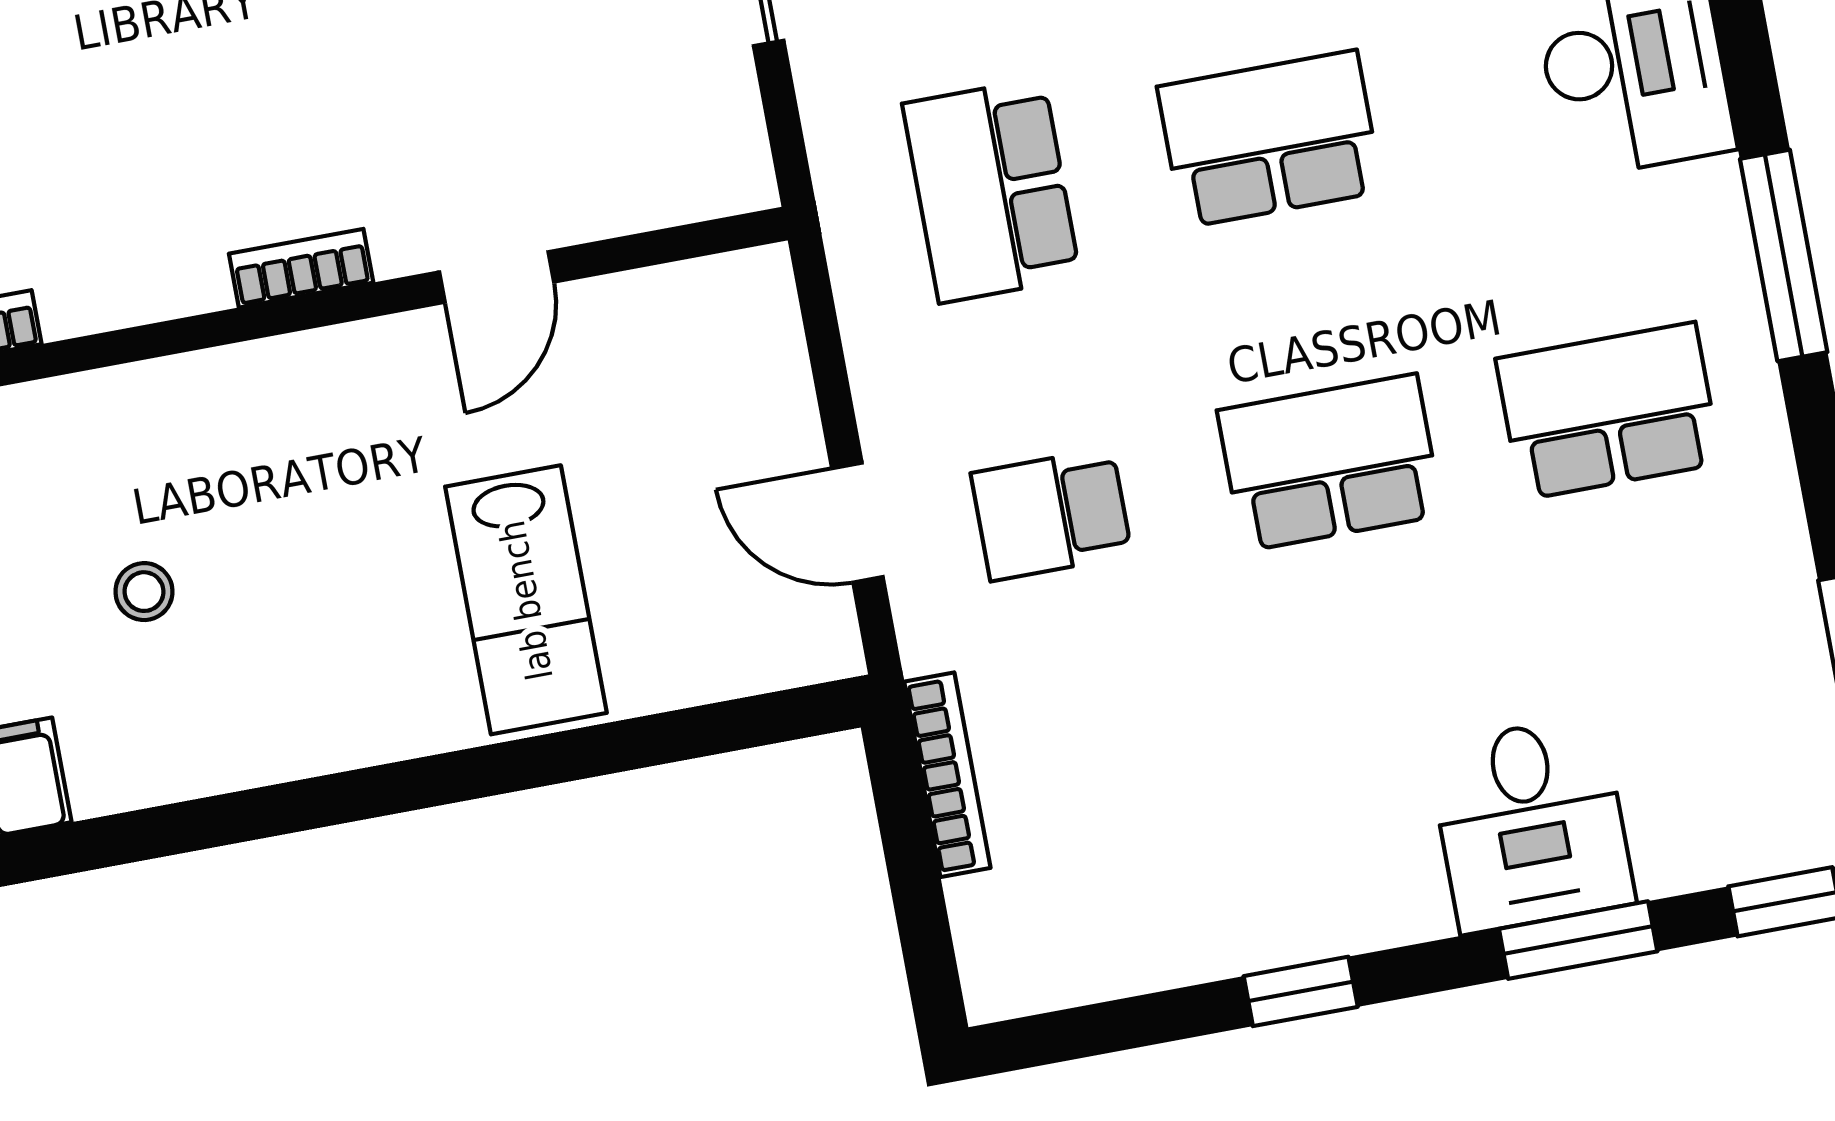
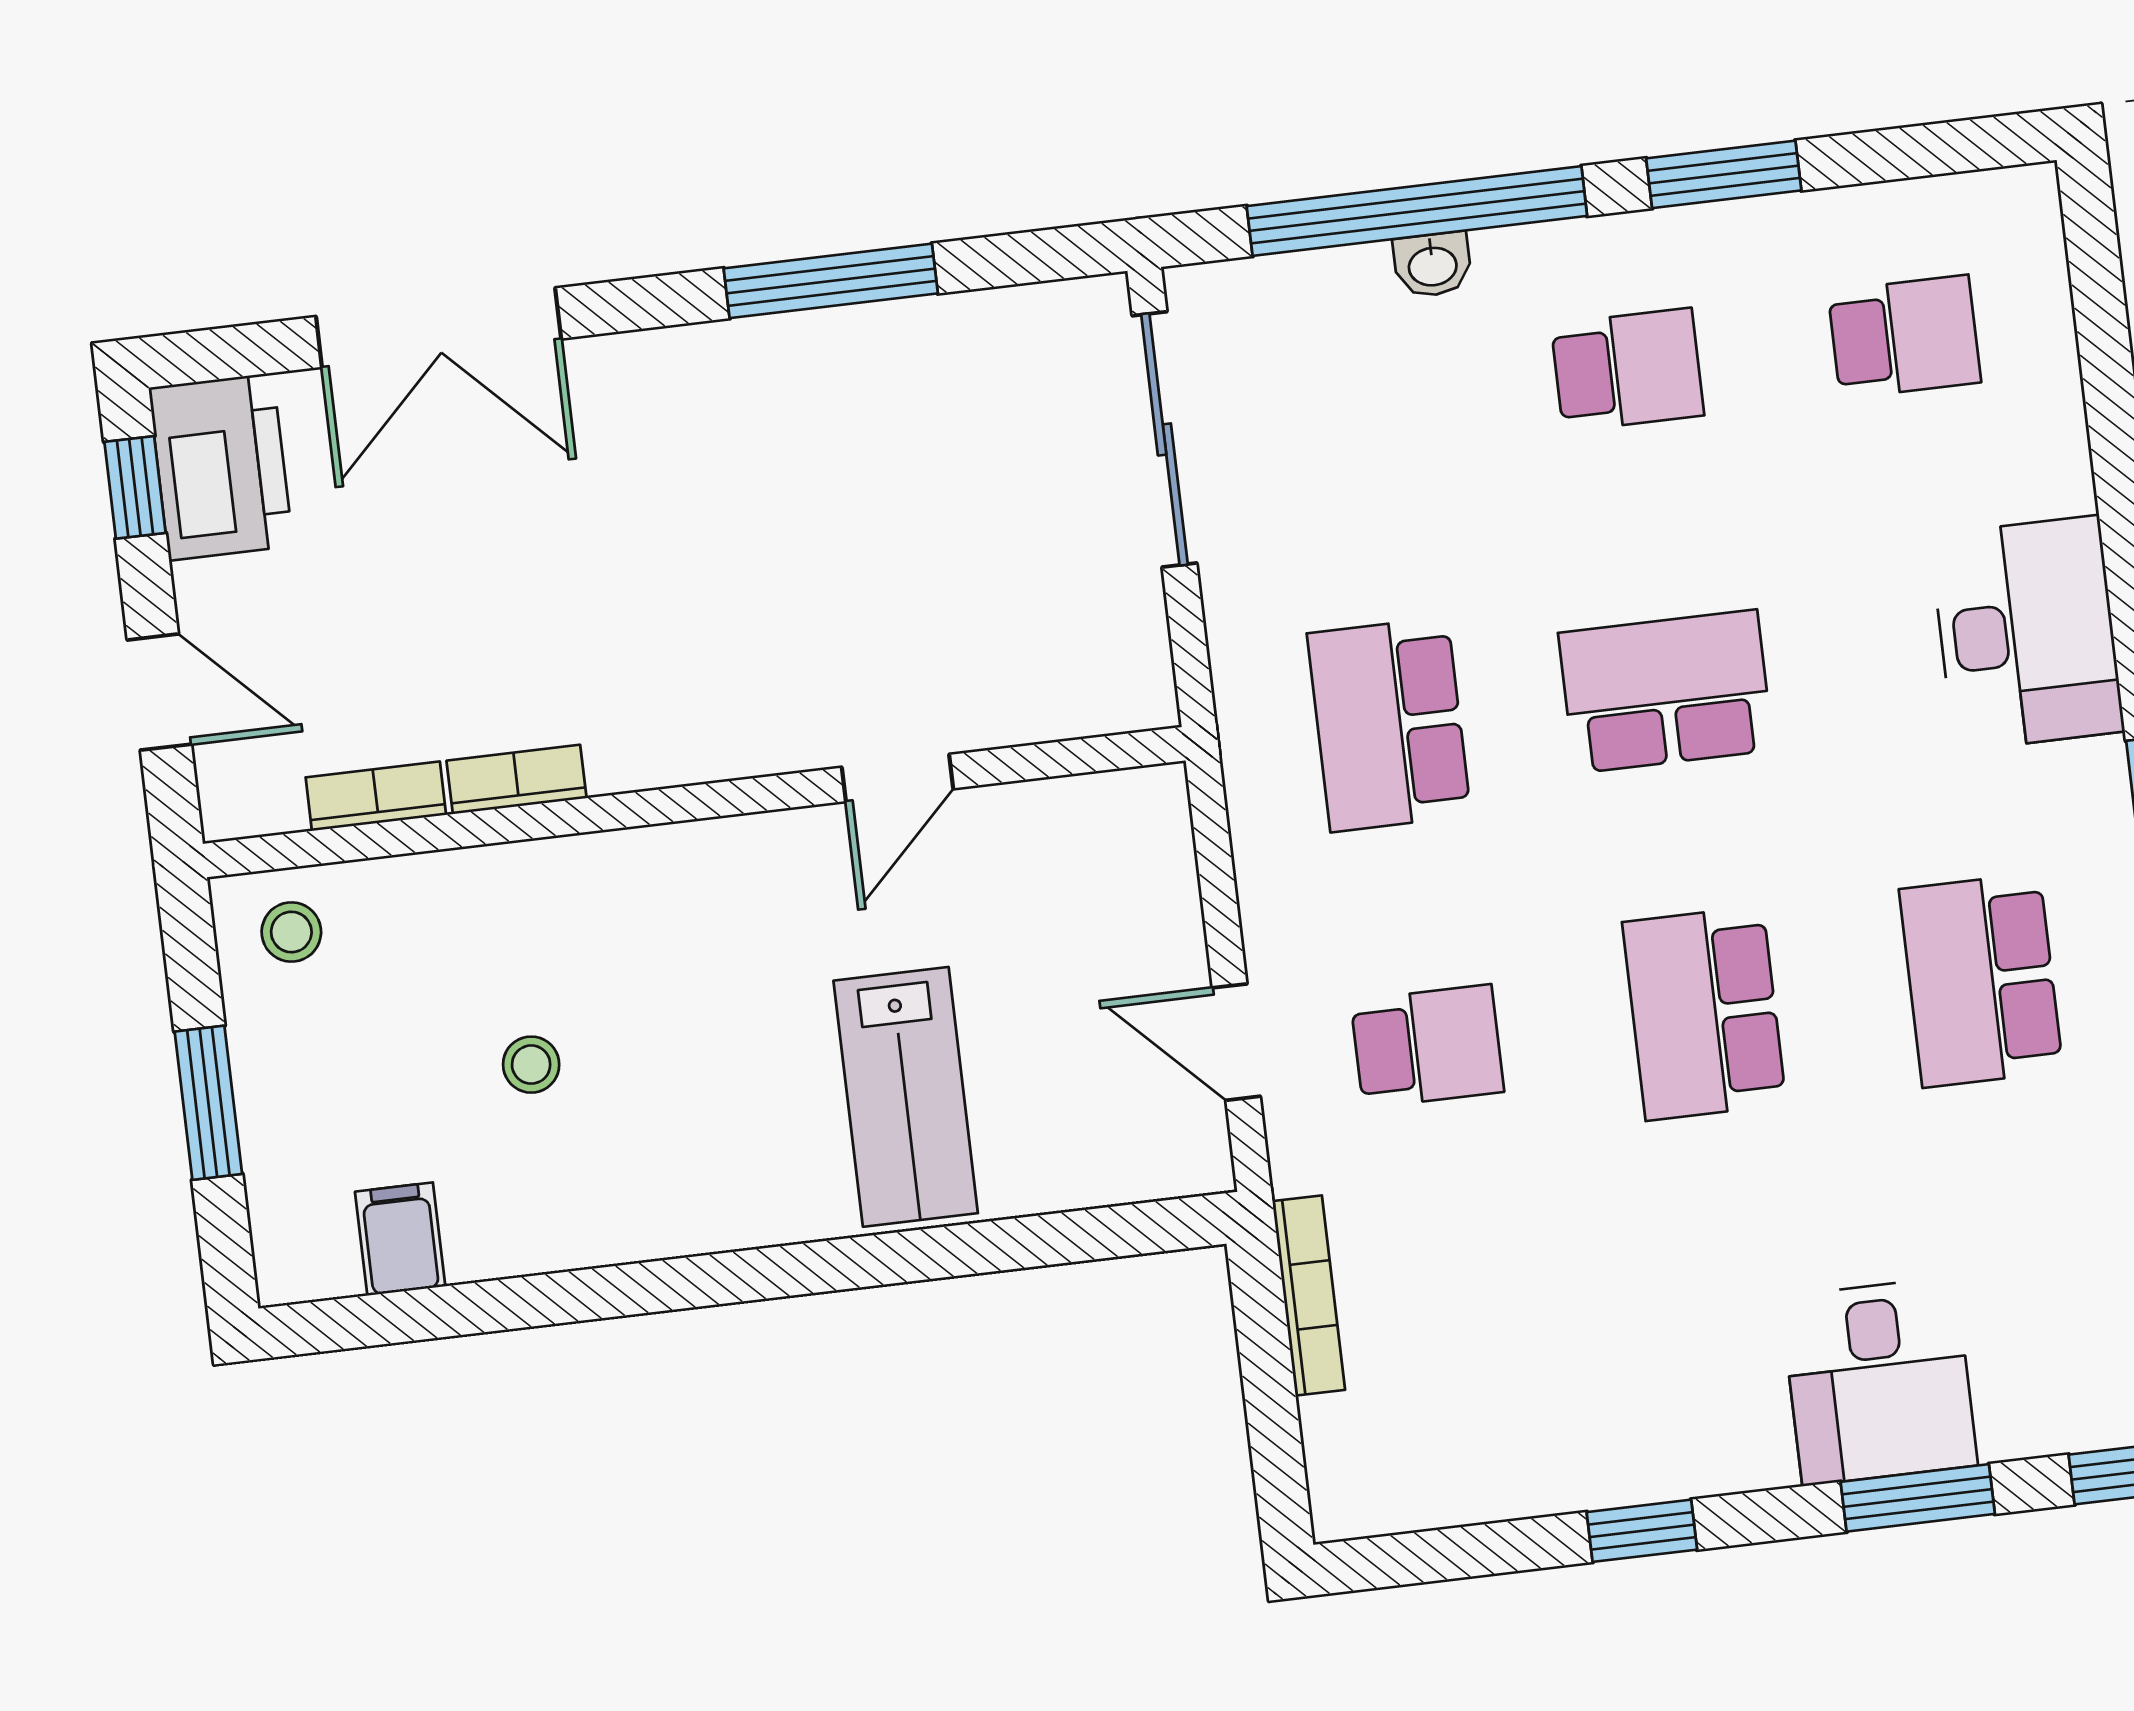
bookcase: (301, 268) -> (517, 779), moved
school desk: (1608, 411) -> (1981, 980), turned -90
school desk: (1330, 463) -> (1704, 1013), turned -90
school desk: (1051, 514) -> (1427, 1046), turned 180

